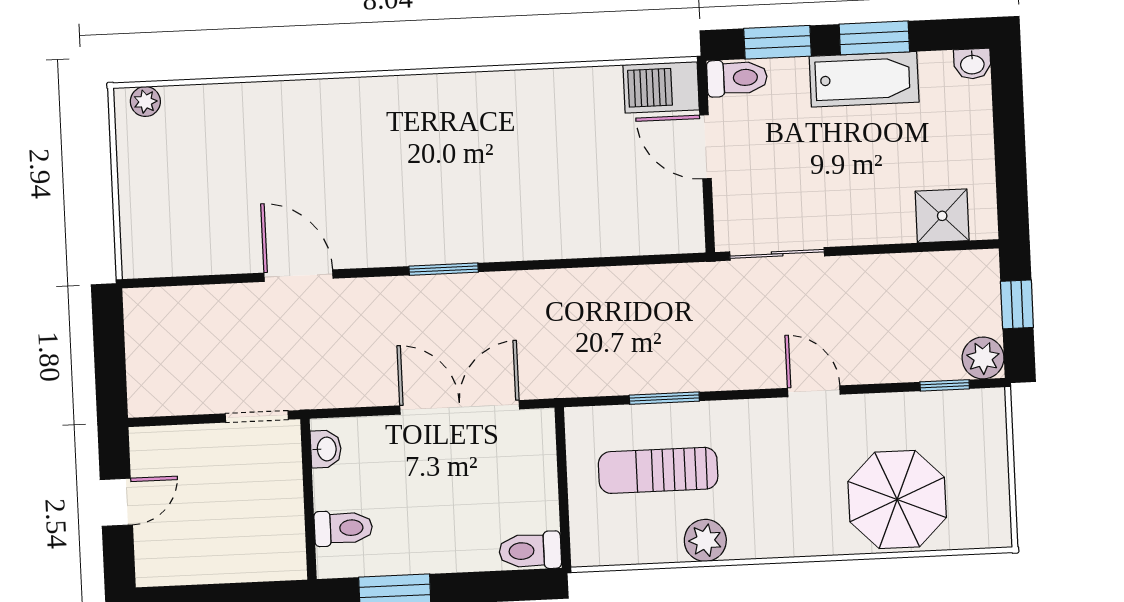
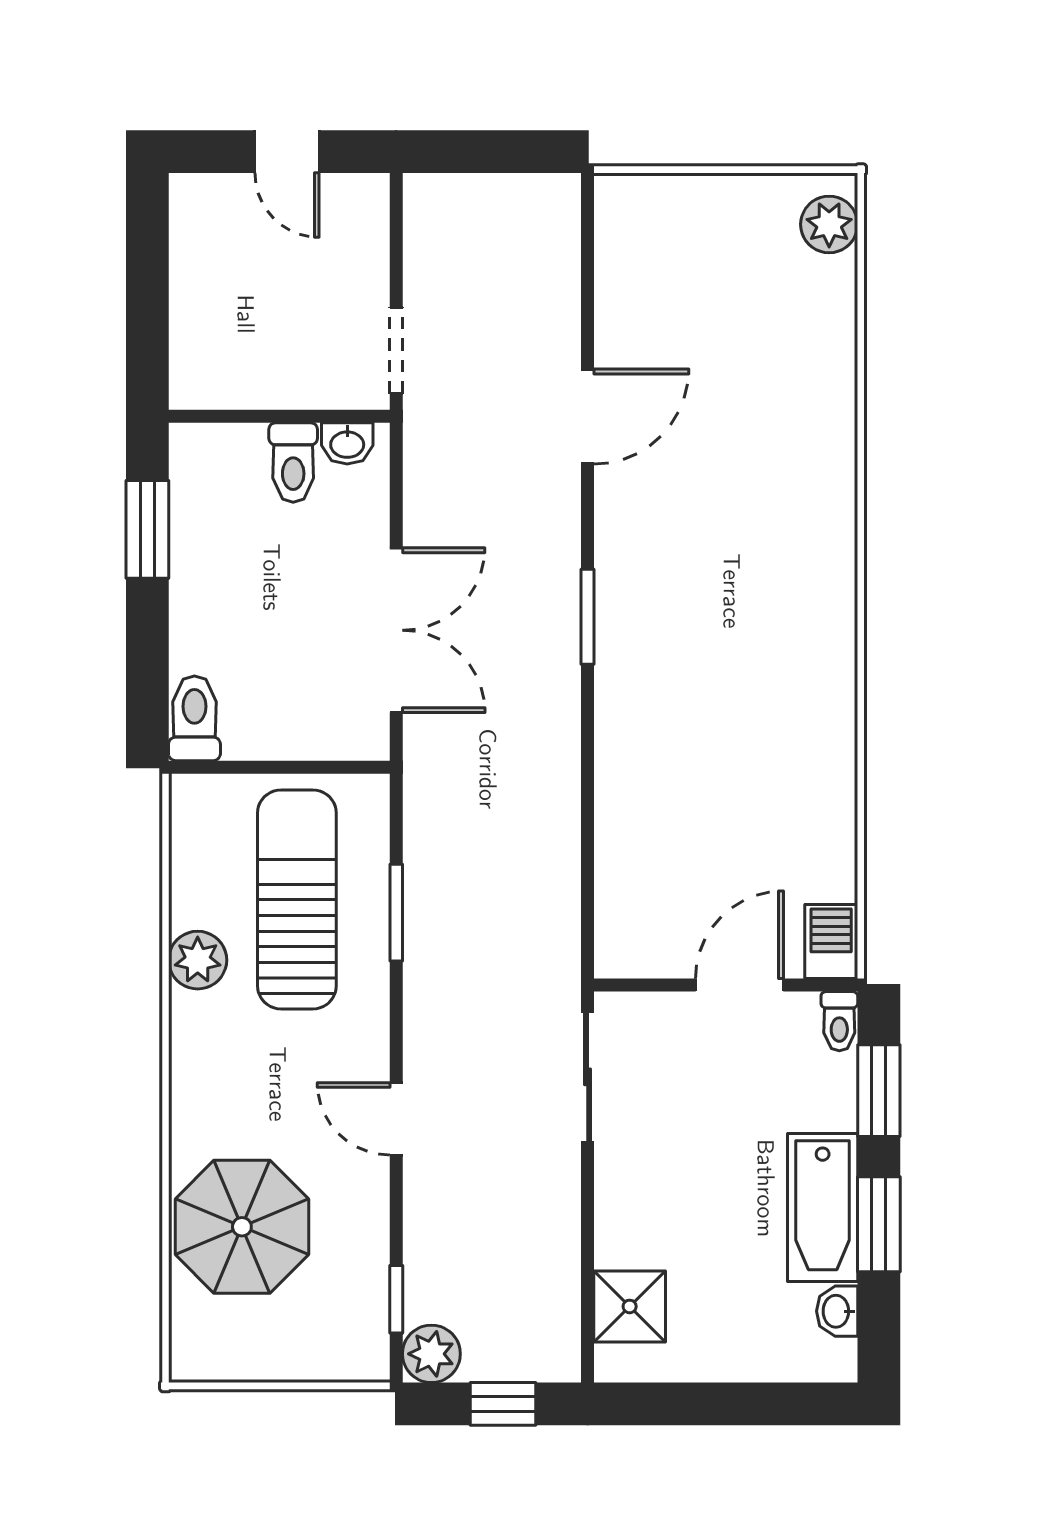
washbasin: (972, 64) -> (837, 1311), moved
toilet: (737, 78) -> (839, 1021), width x0.73, depth x0.72
barbecue: (661, 87) -> (831, 942), width x0.73, depth x0.79
plant: (145, 101) -> (829, 224), width x1.38, depth x1.38
door: (814, 391) -> (396, 1119), swing flipped
sun lounger: (658, 470) -> (297, 899), width x1.36, depth x1.34
toilet: (343, 528) -> (293, 462), moved

